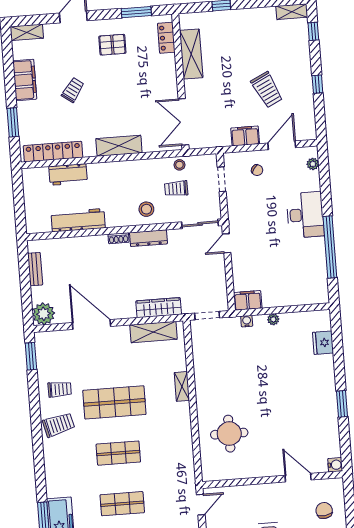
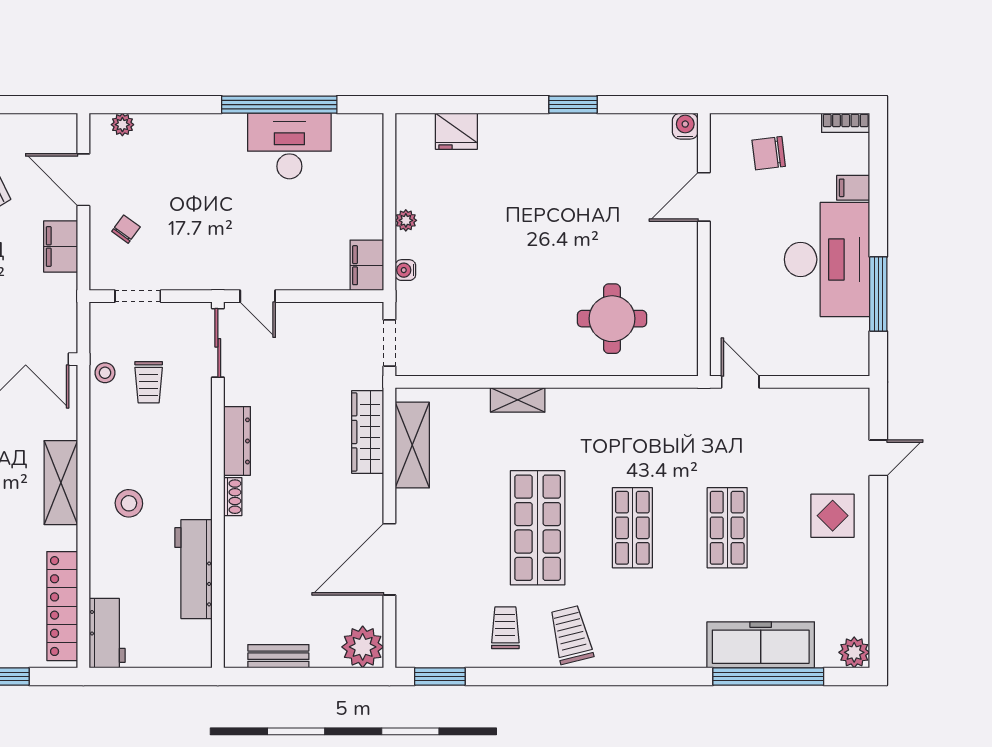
workbench: (68, 175) -> (107, 633), moved
stool: (146, 209) -> (129, 503), moved
desk: (305, 215) -> (289, 146), moved

